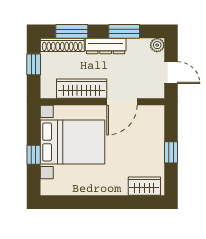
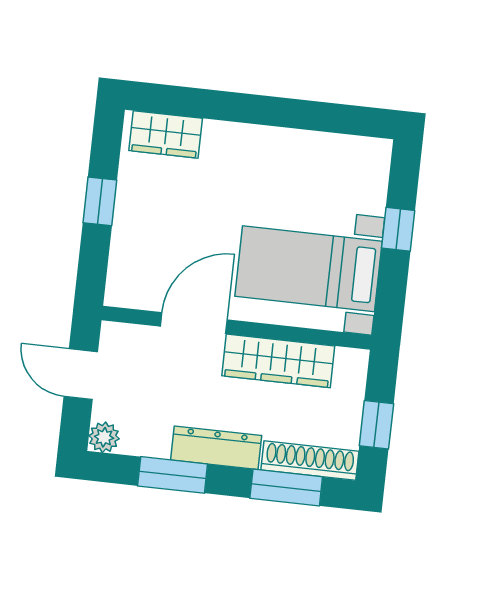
bed with nightstands: (72, 142) -> (308, 269), width x0.73

